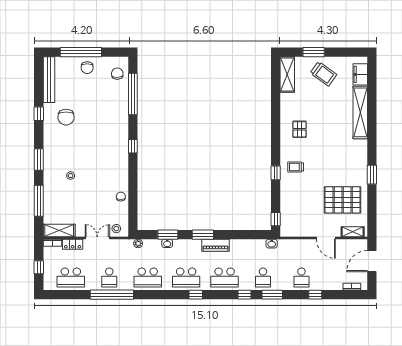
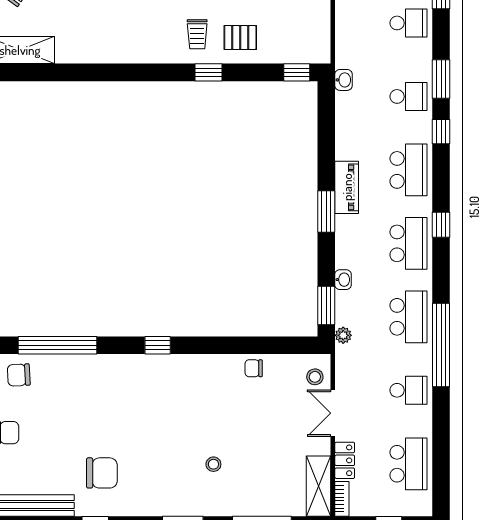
pallet: (299, 129) -> (240, 38), moved
window: (168, 235) -> (326, 306), moved
window: (112, 295) -> (441, 345), moved

